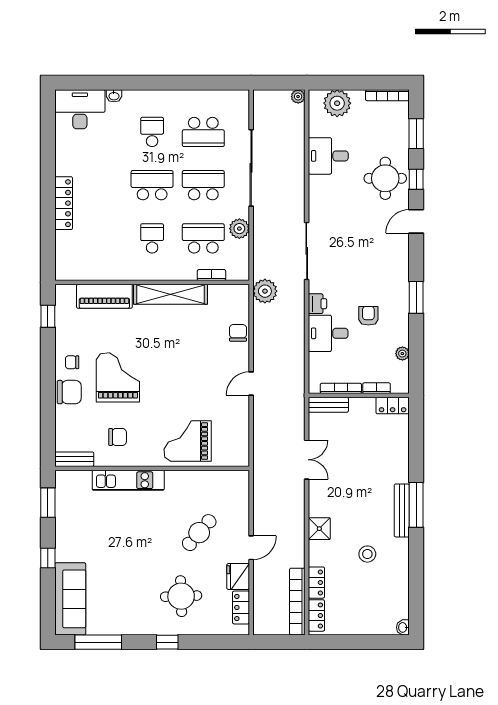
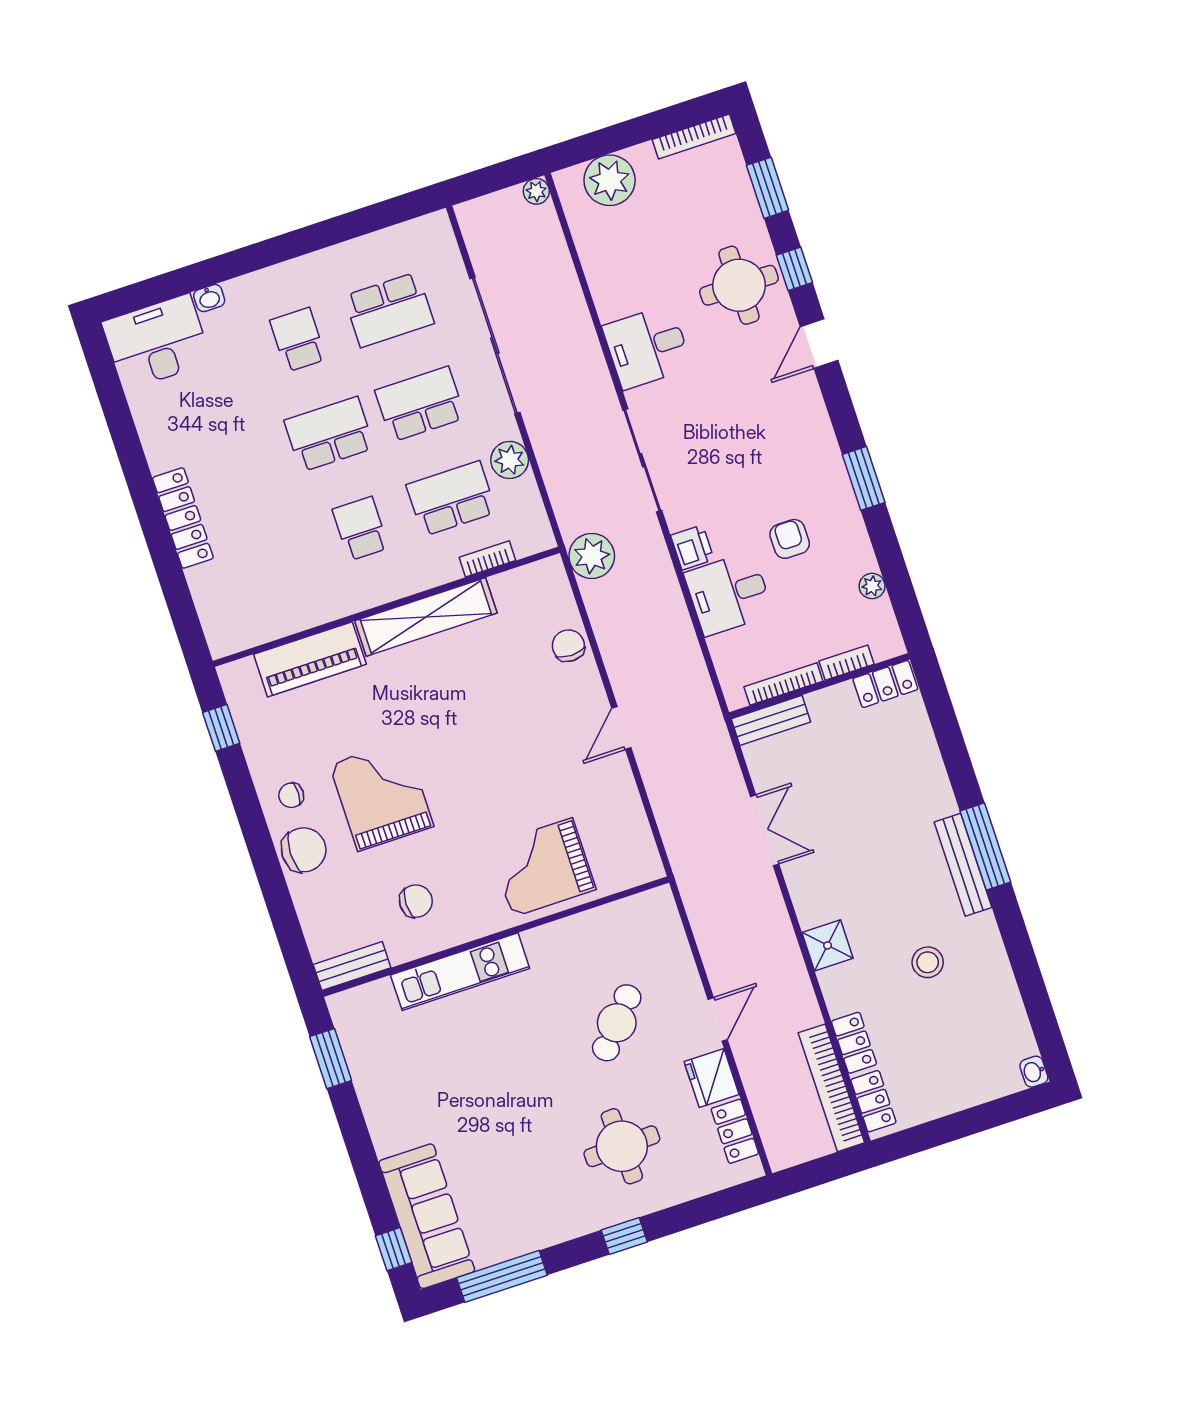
desk: (328, 156) -> (647, 347), moved
window: (48, 558) -> (394, 1249), moved

